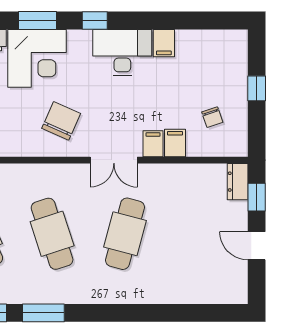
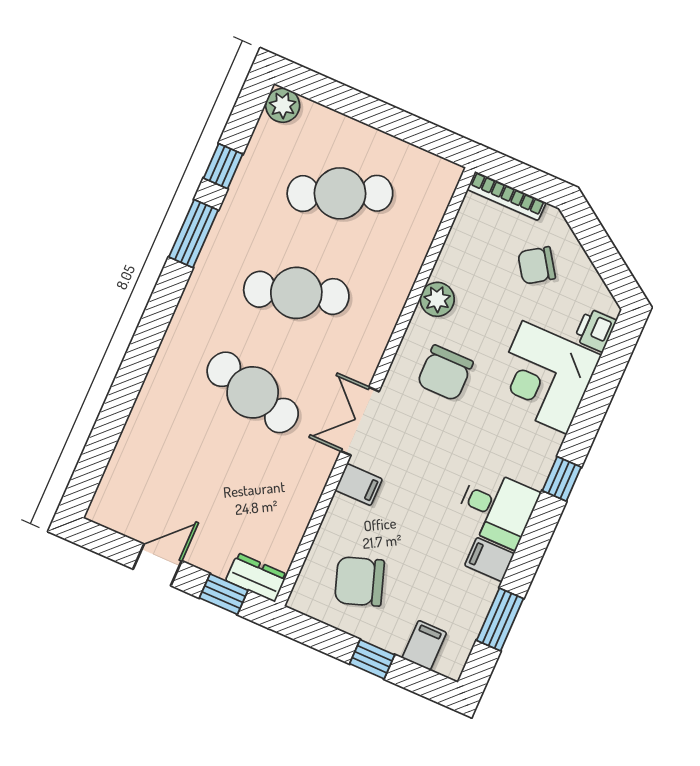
window: (38, 21) -> (500, 619), moved
desk: (122, 52) -> (497, 508), width x0.73
chair: (212, 117) -> (359, 581), width x1.87, depth x1.87
chair: (61, 121) -> (445, 373), turned 66
filing cabinet: (175, 143) -> (424, 645), moved, turned -90
plant: (18, 145) -> (437, 299), added

